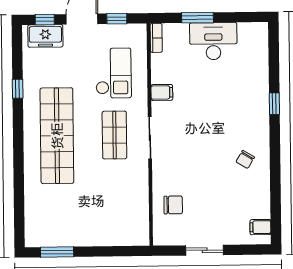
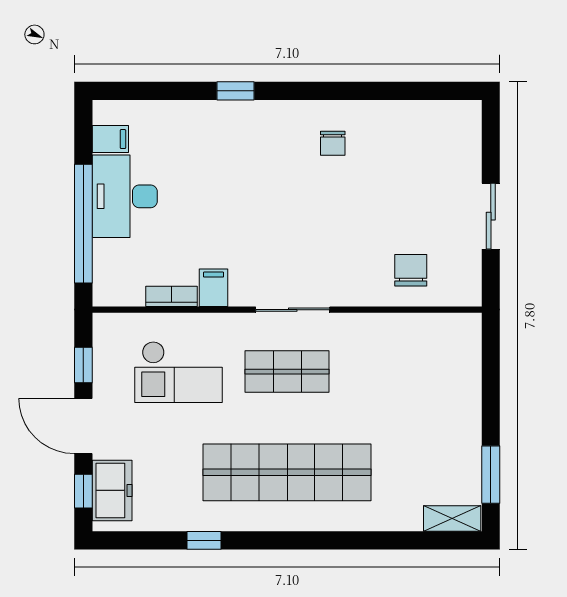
window: (197, 18) -> (83, 224), width x2.11
bookcase: (156, 38) -> (171, 296), moved
checkout: (113, 73) -> (179, 372), turned 180
chair: (245, 159) -> (333, 143), turned 59
filing cabinet: (260, 227) -> (110, 139), moved, turned -90
shelving: (32, 230) -> (452, 518), added

